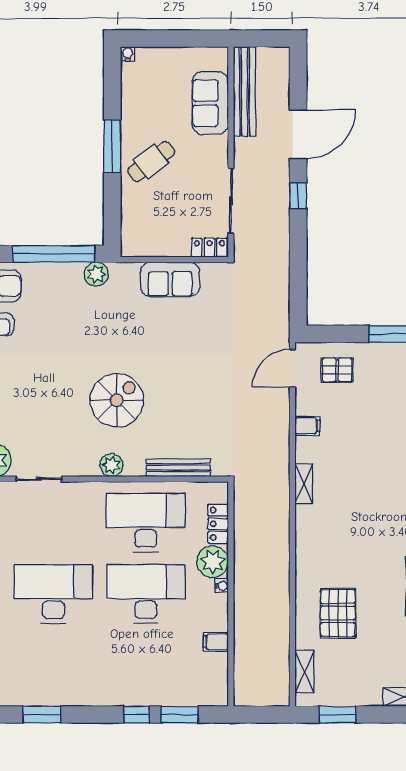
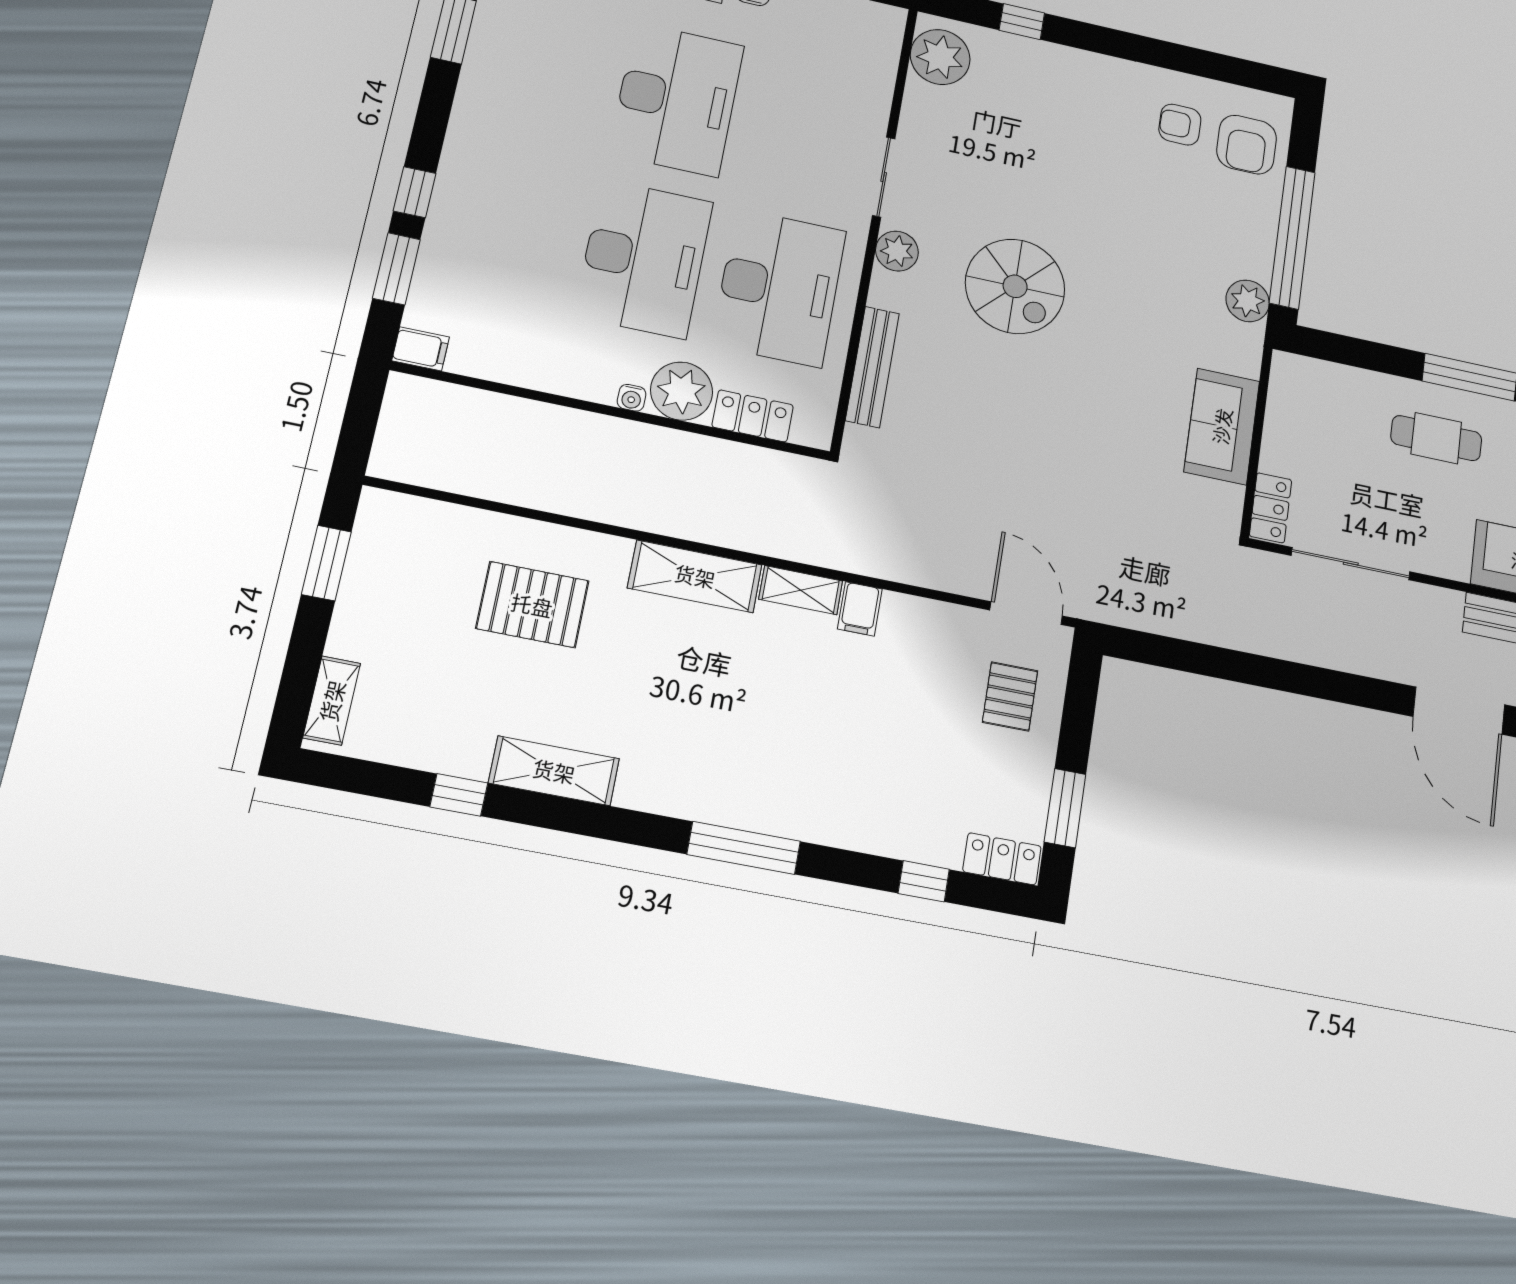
cafe table: (151, 161) -> (1436, 438), turned -53
window: (298, 196) -> (1347, 688), removed
filing cabinet: (307, 426) -> (860, 609), moved
sliding door: (39, 479) -> (884, 177), moved
filing cabinet: (216, 642) -> (421, 349), moved, turned 90
shelving: (304, 672) -> (695, 576), moved, width x1.50, depth x1.33

